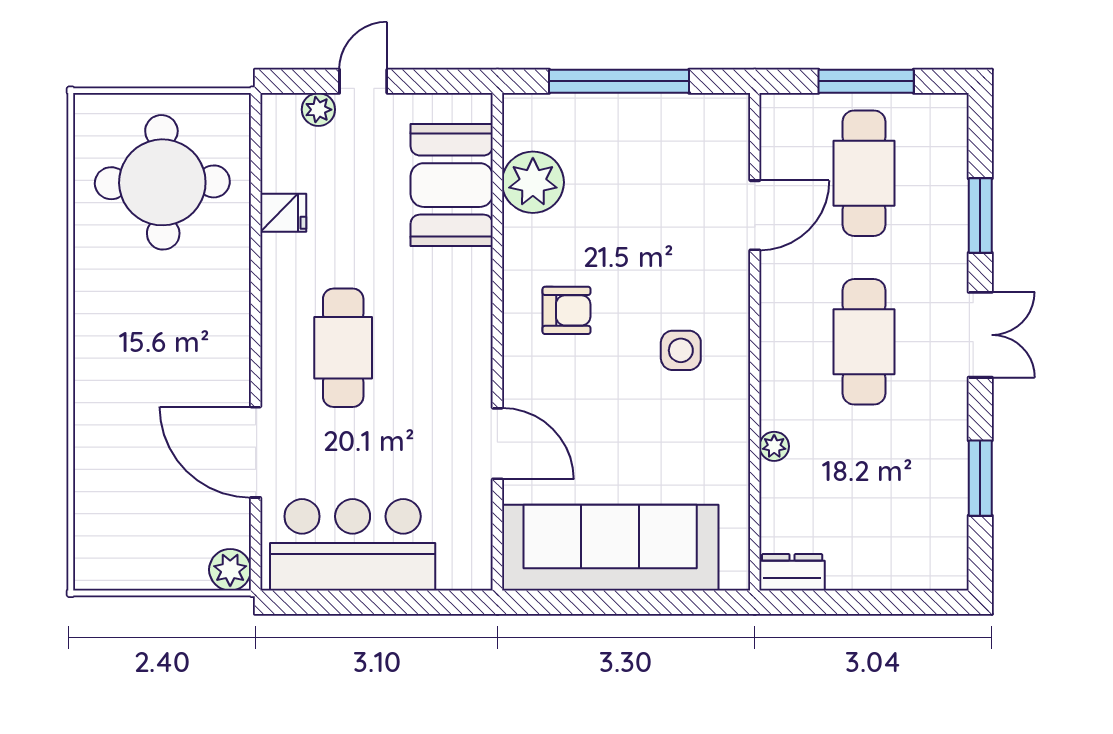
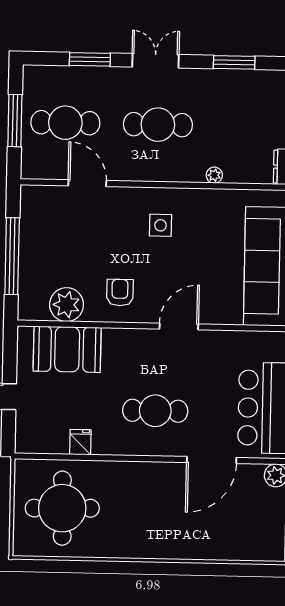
plant: (318, 110) -> (24, 422), removed
armchair: (566, 310) -> (120, 293), moved
door: (497, 444) -> (179, 326), moved

